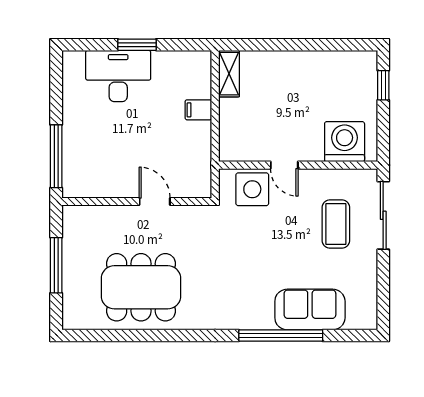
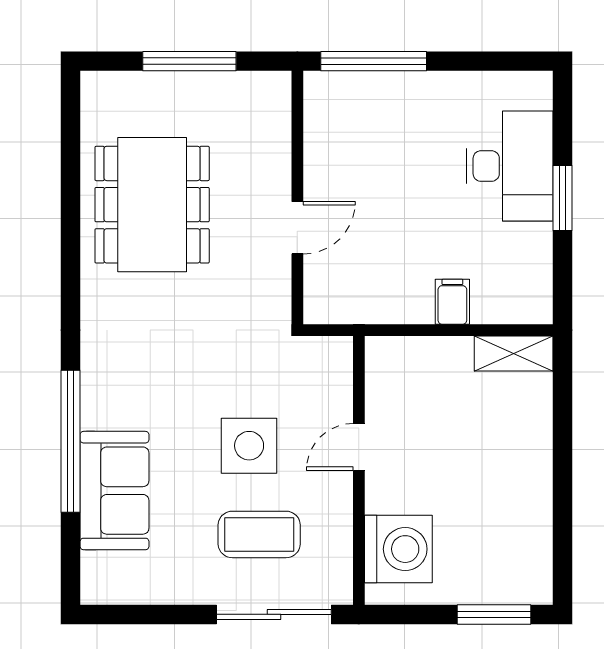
window: (383, 85) -> (494, 614), width x1.50
side table: (252, 189) -> (249, 446), moved

